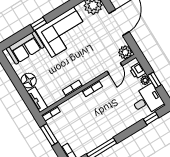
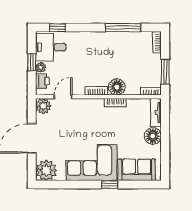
floor lamp: (79, 101) -> (117, 87), added

